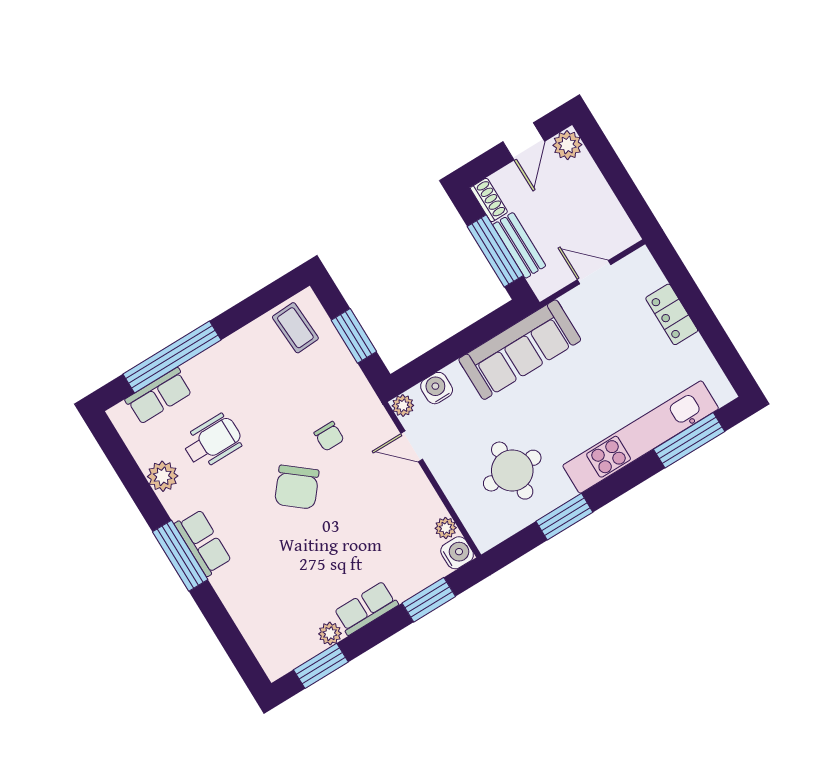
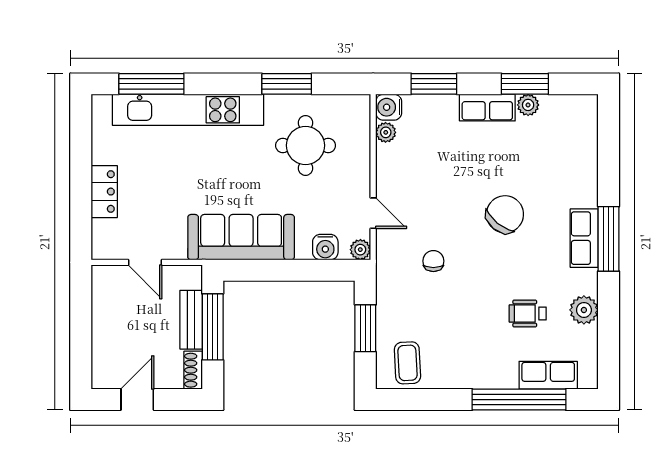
plant: (567, 145) -> (105, 376), removed
wheelchair: (212, 441) -> (528, 314), width x0.73, depth x0.73
chair: (297, 487) -> (505, 214), moved
window: (321, 666) -> (525, 84), moved

